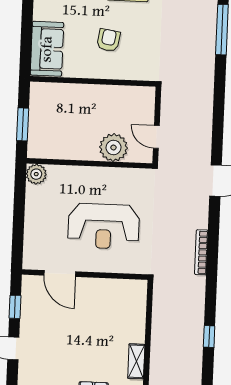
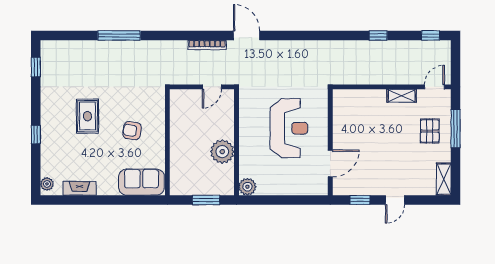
plant: (113, 148) -> (222, 152), moved
bookcase: (201, 252) -> (207, 45), moved

